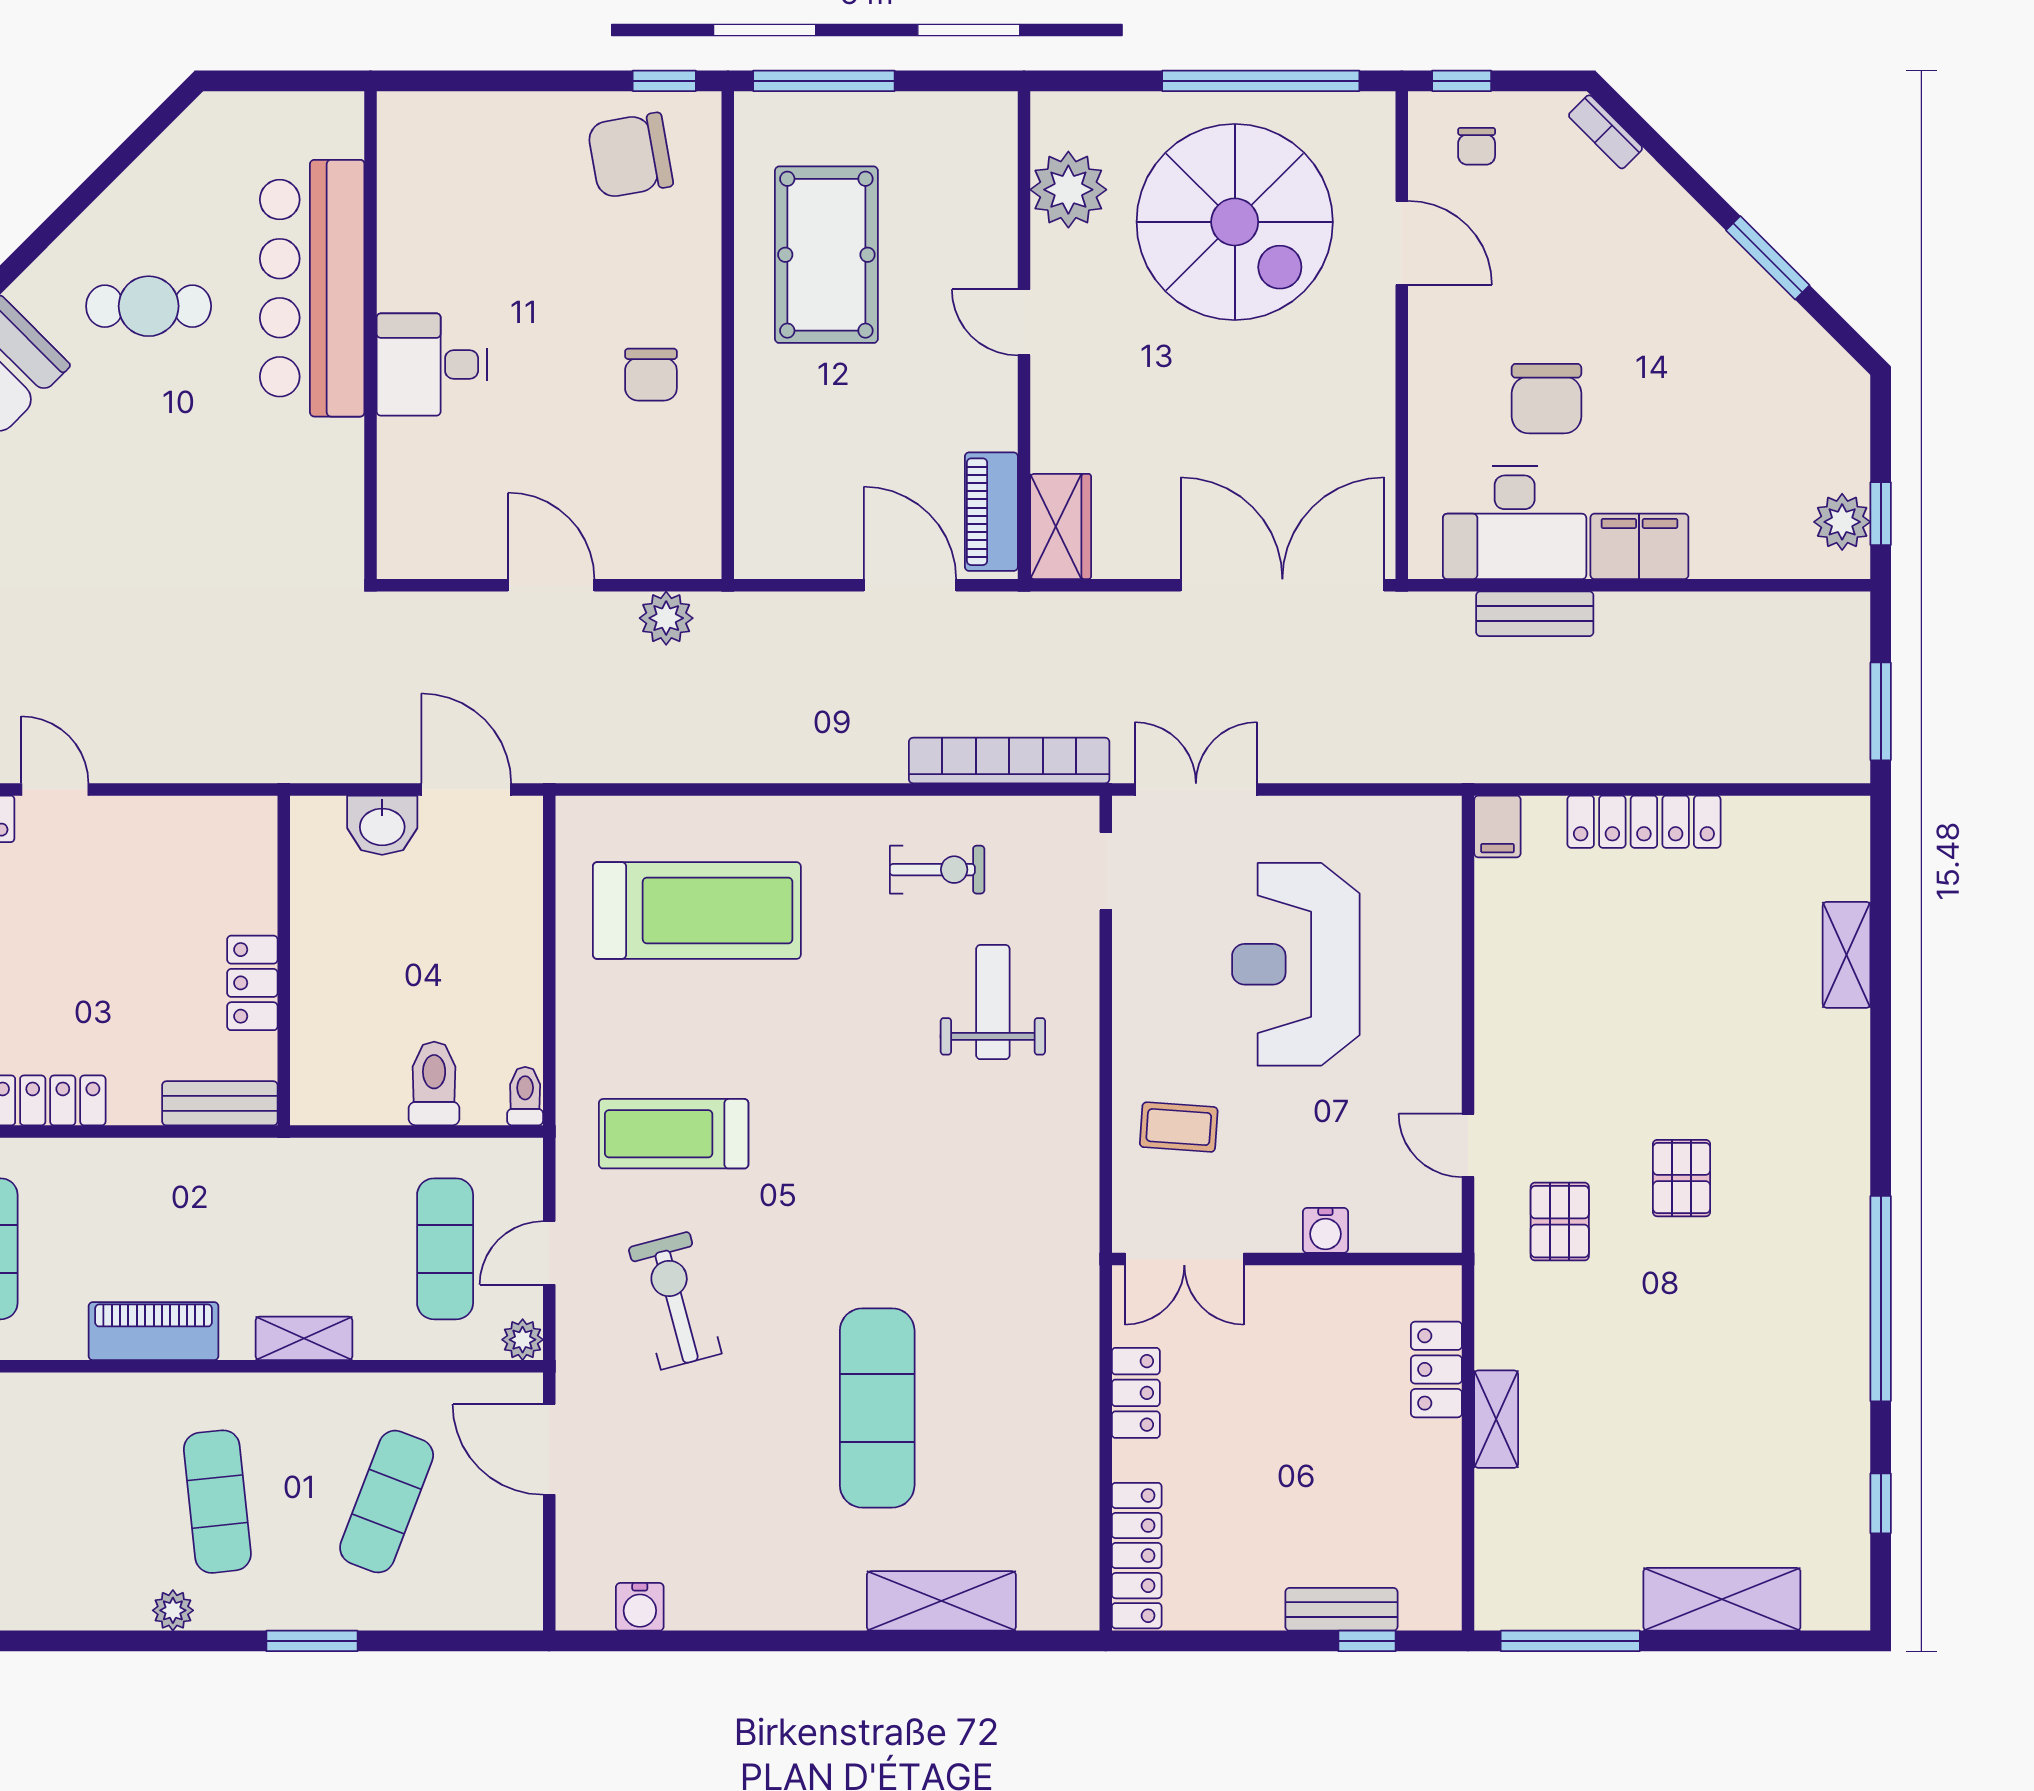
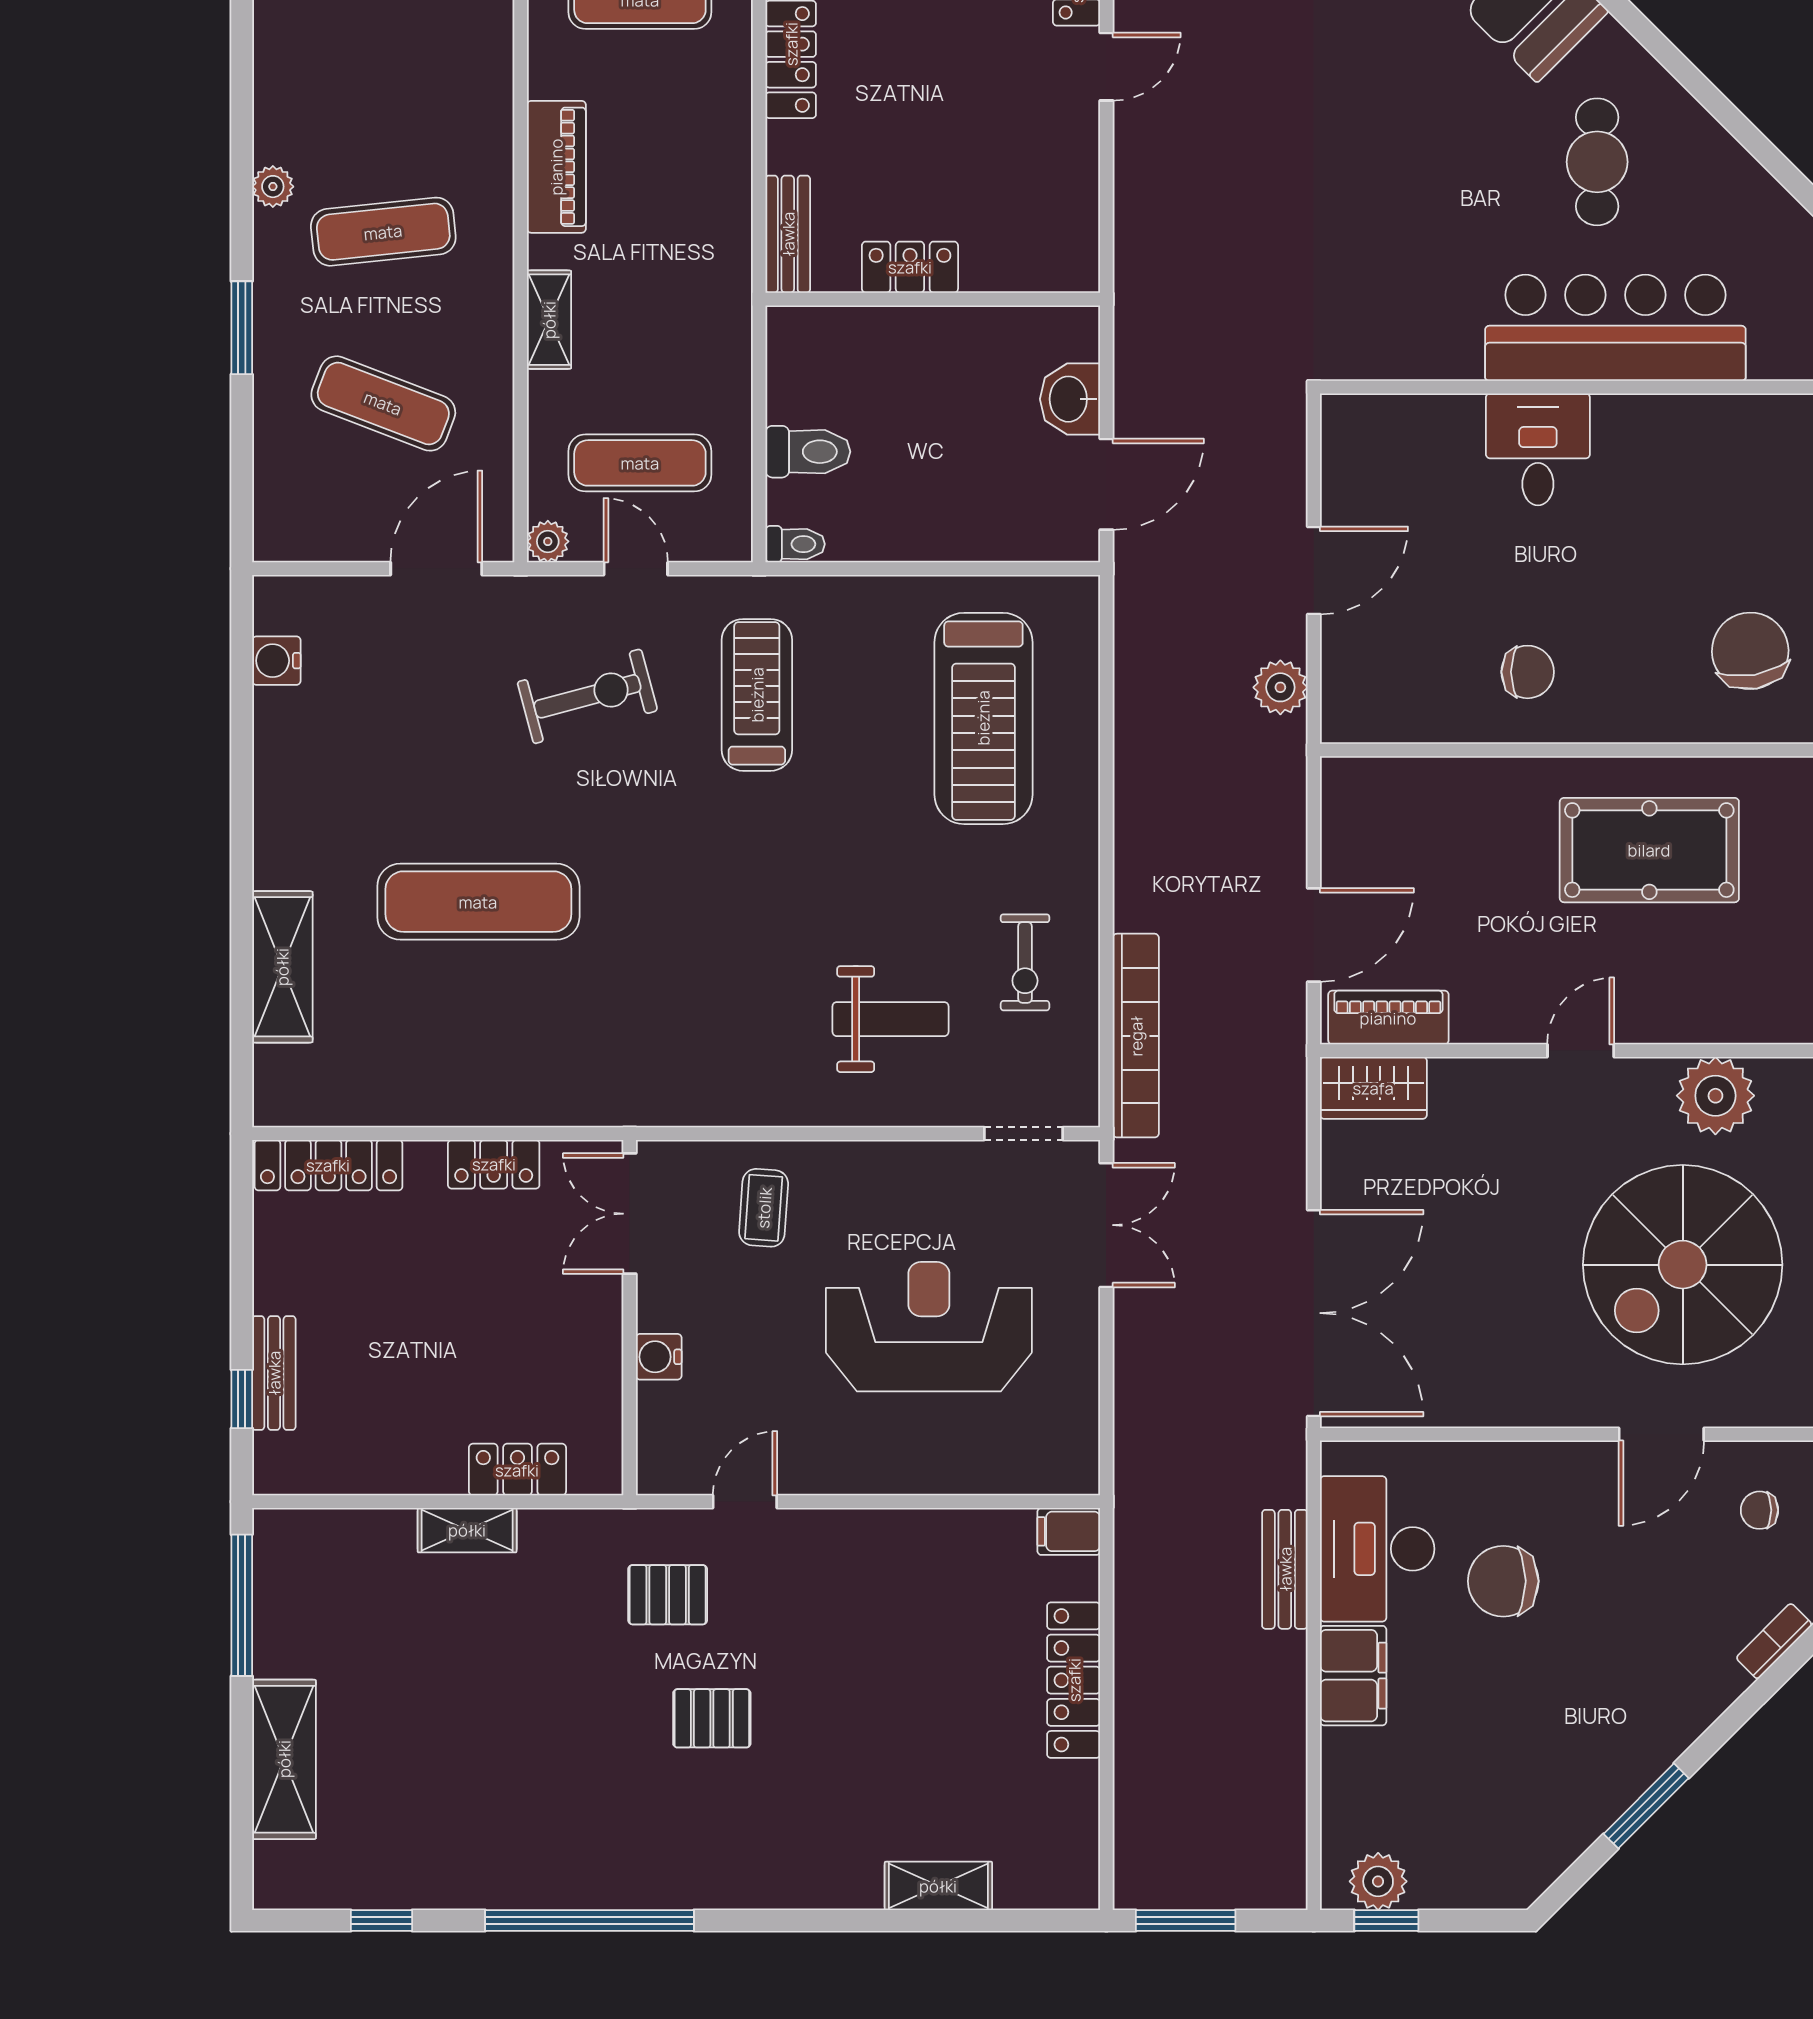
chair: (651, 375) -> (1528, 672), turned 180

